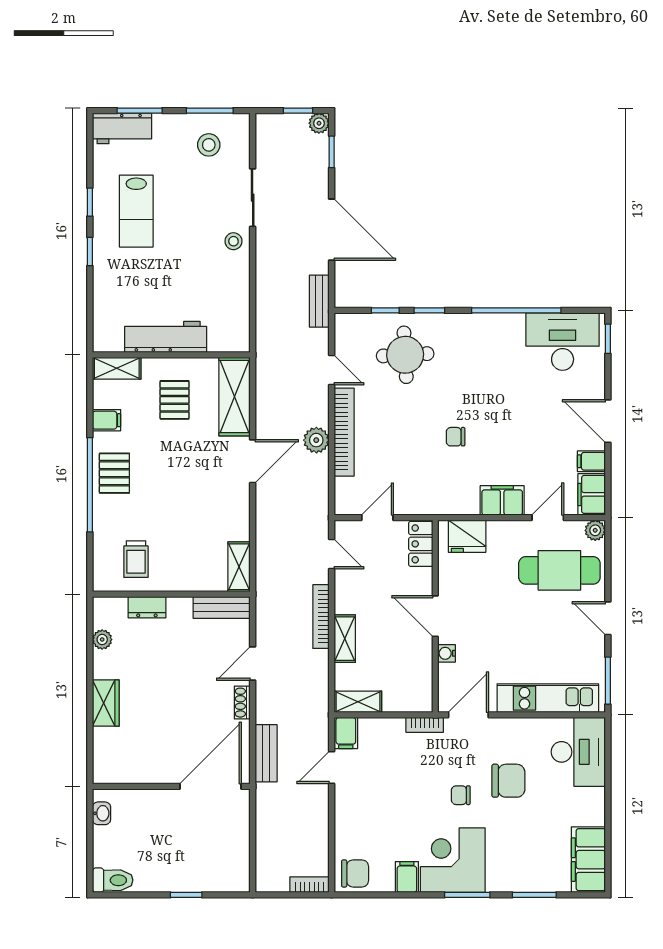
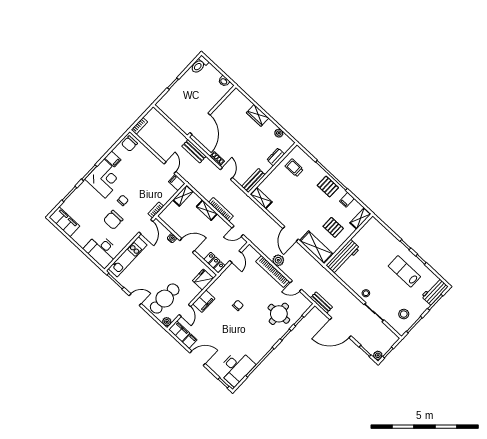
workbench: (166, 337) -> (343, 257), moved

